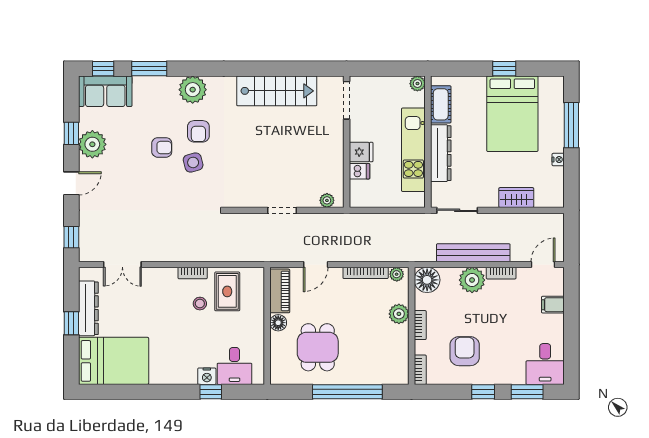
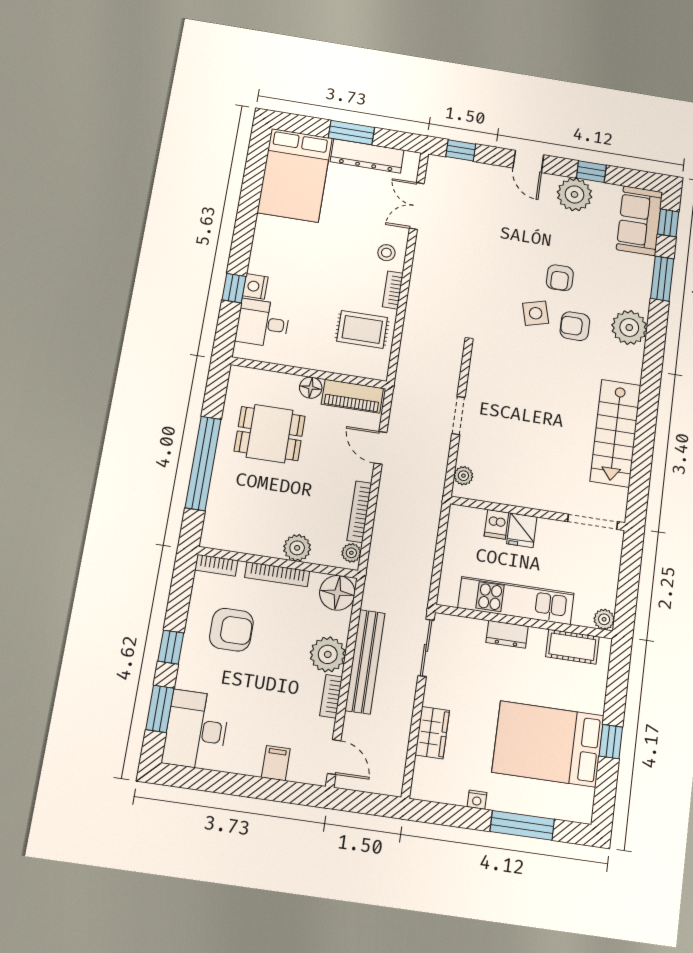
dresser: (441, 153) -> (507, 634), width x0.51, depth x0.80
stool: (200, 304) -> (386, 253), moved
window: (71, 323) -> (351, 133), width x1.50
bookcase: (420, 325) -> (277, 574), width x1.56
desk: (545, 364) -> (196, 730), width x1.37

